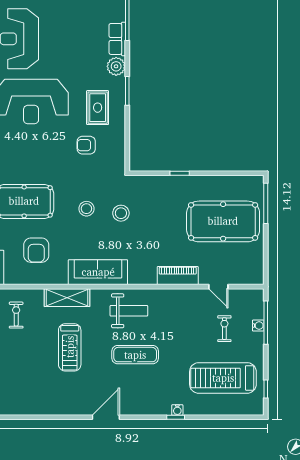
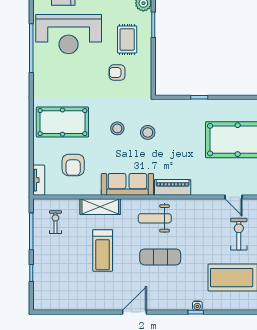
piano: (178, 276) -> (173, 187), moved
weight bench: (129, 311) -> (155, 218), turned 180
exercise bike: (224, 329) -> (239, 234), width x1.38, depth x1.39

